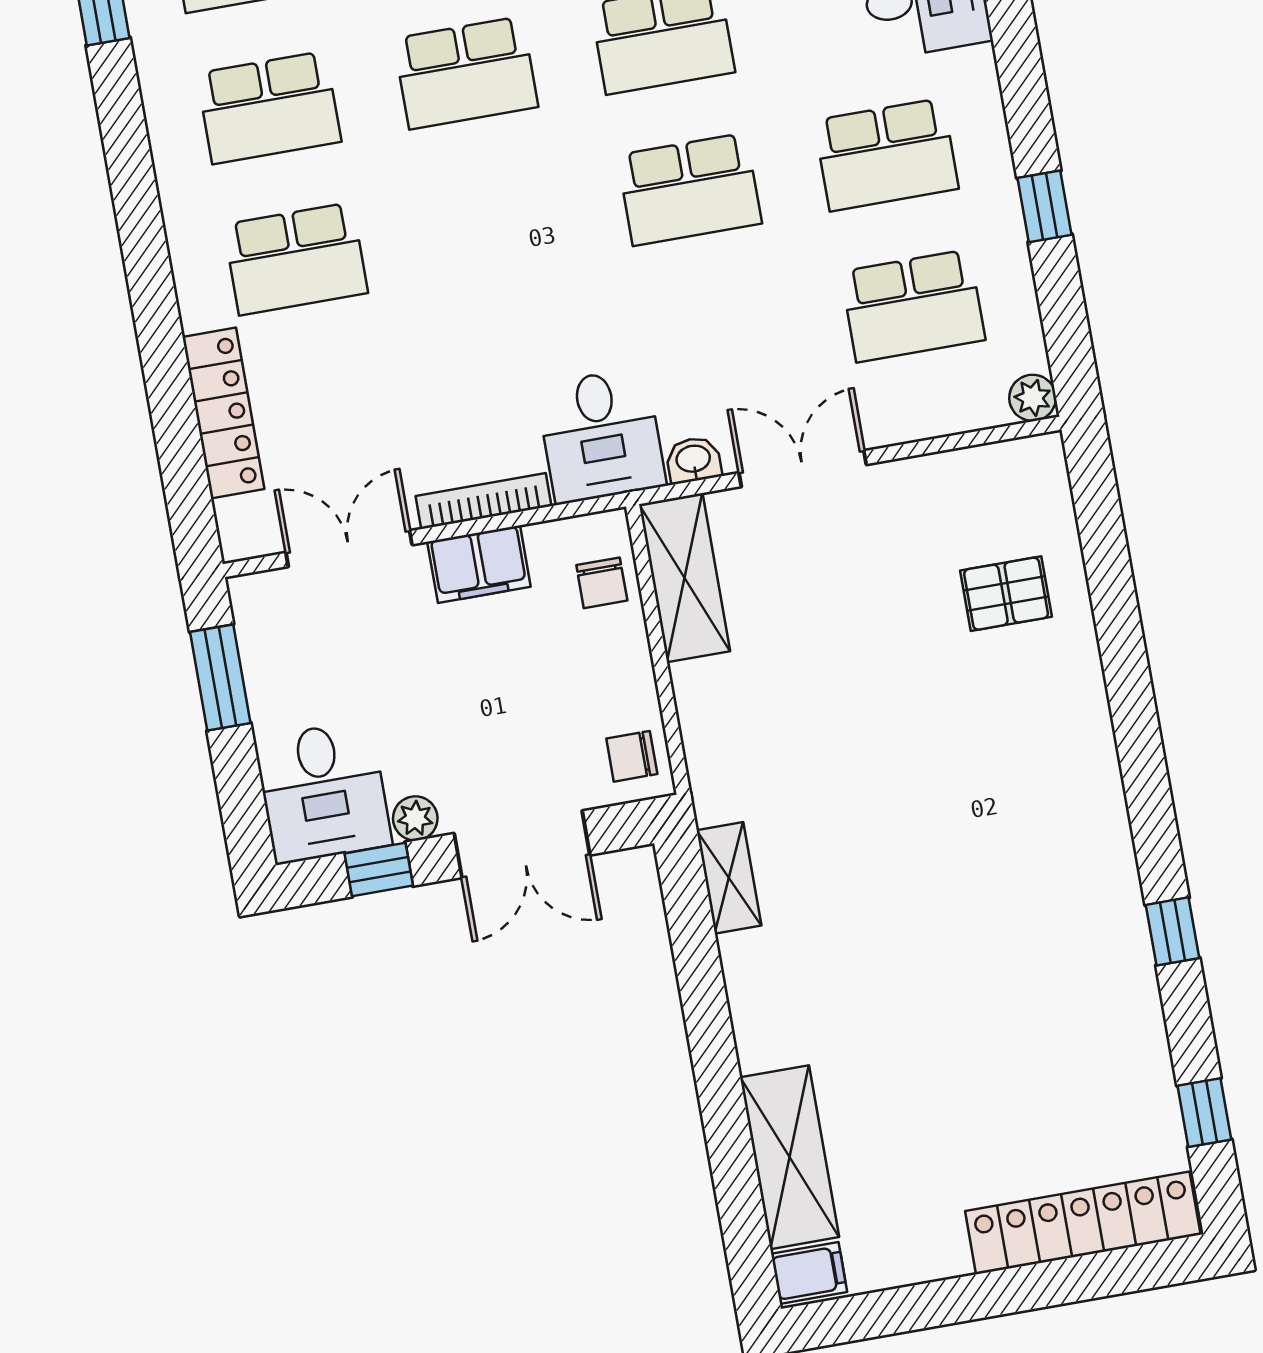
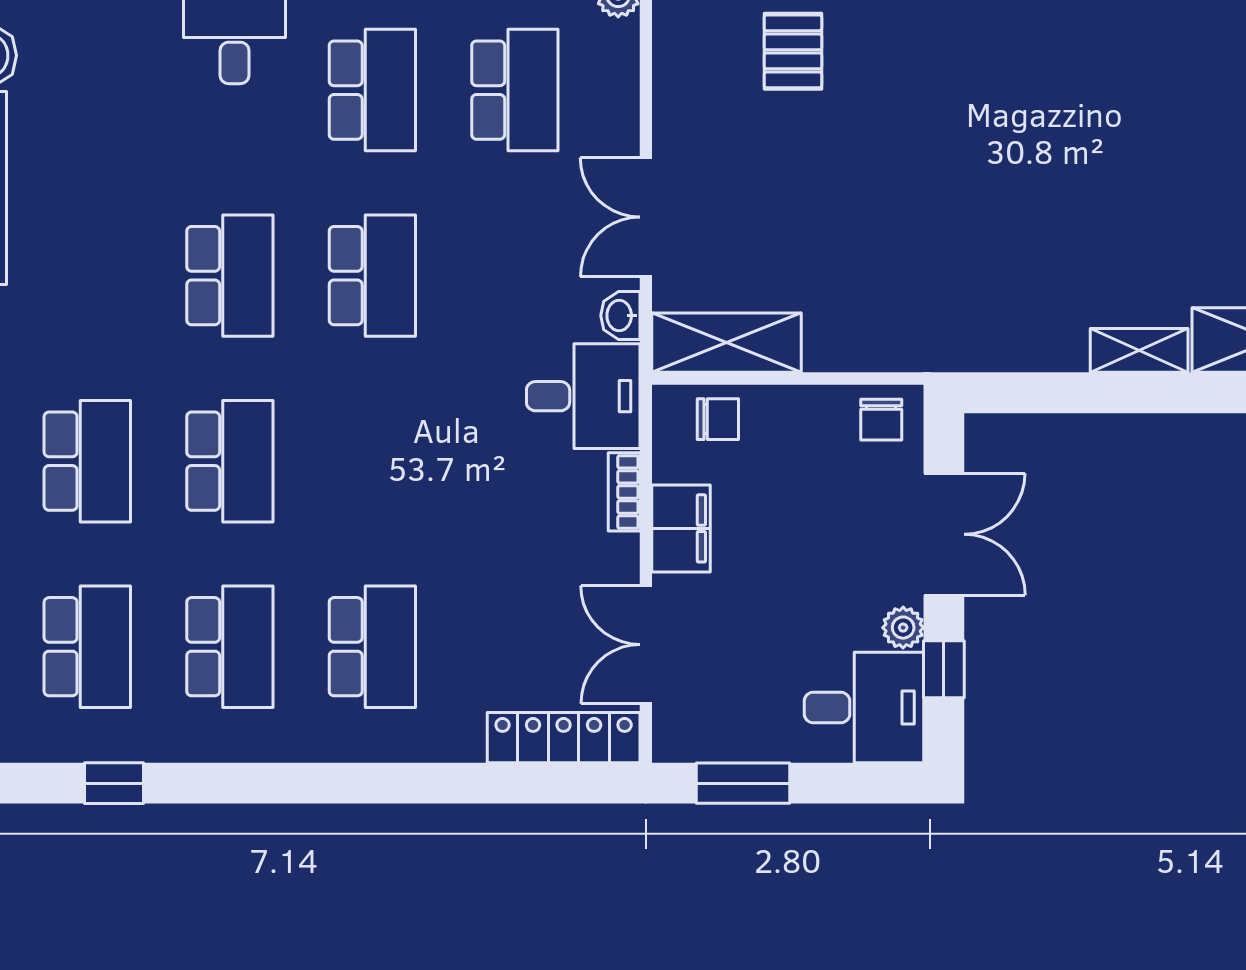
locker: (223, 413) -> (564, 738), moved
bookcase: (484, 501) -> (624, 492), width x0.64
shelving: (729, 878) -> (1139, 350), moved

